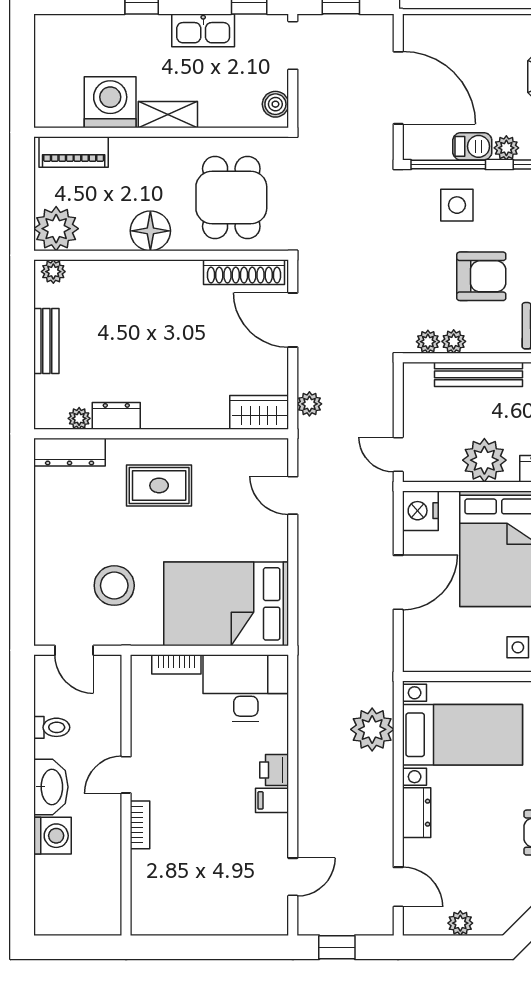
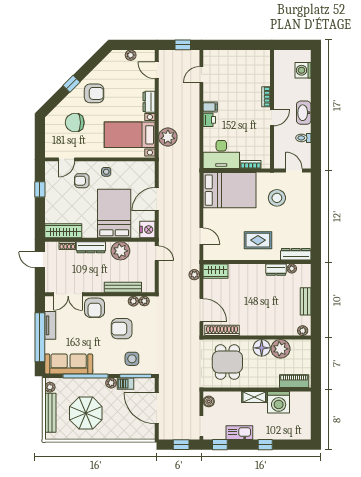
plant: (56, 229) -> (281, 349), moved
washing machine: (52, 836) -> (303, 70), moved

